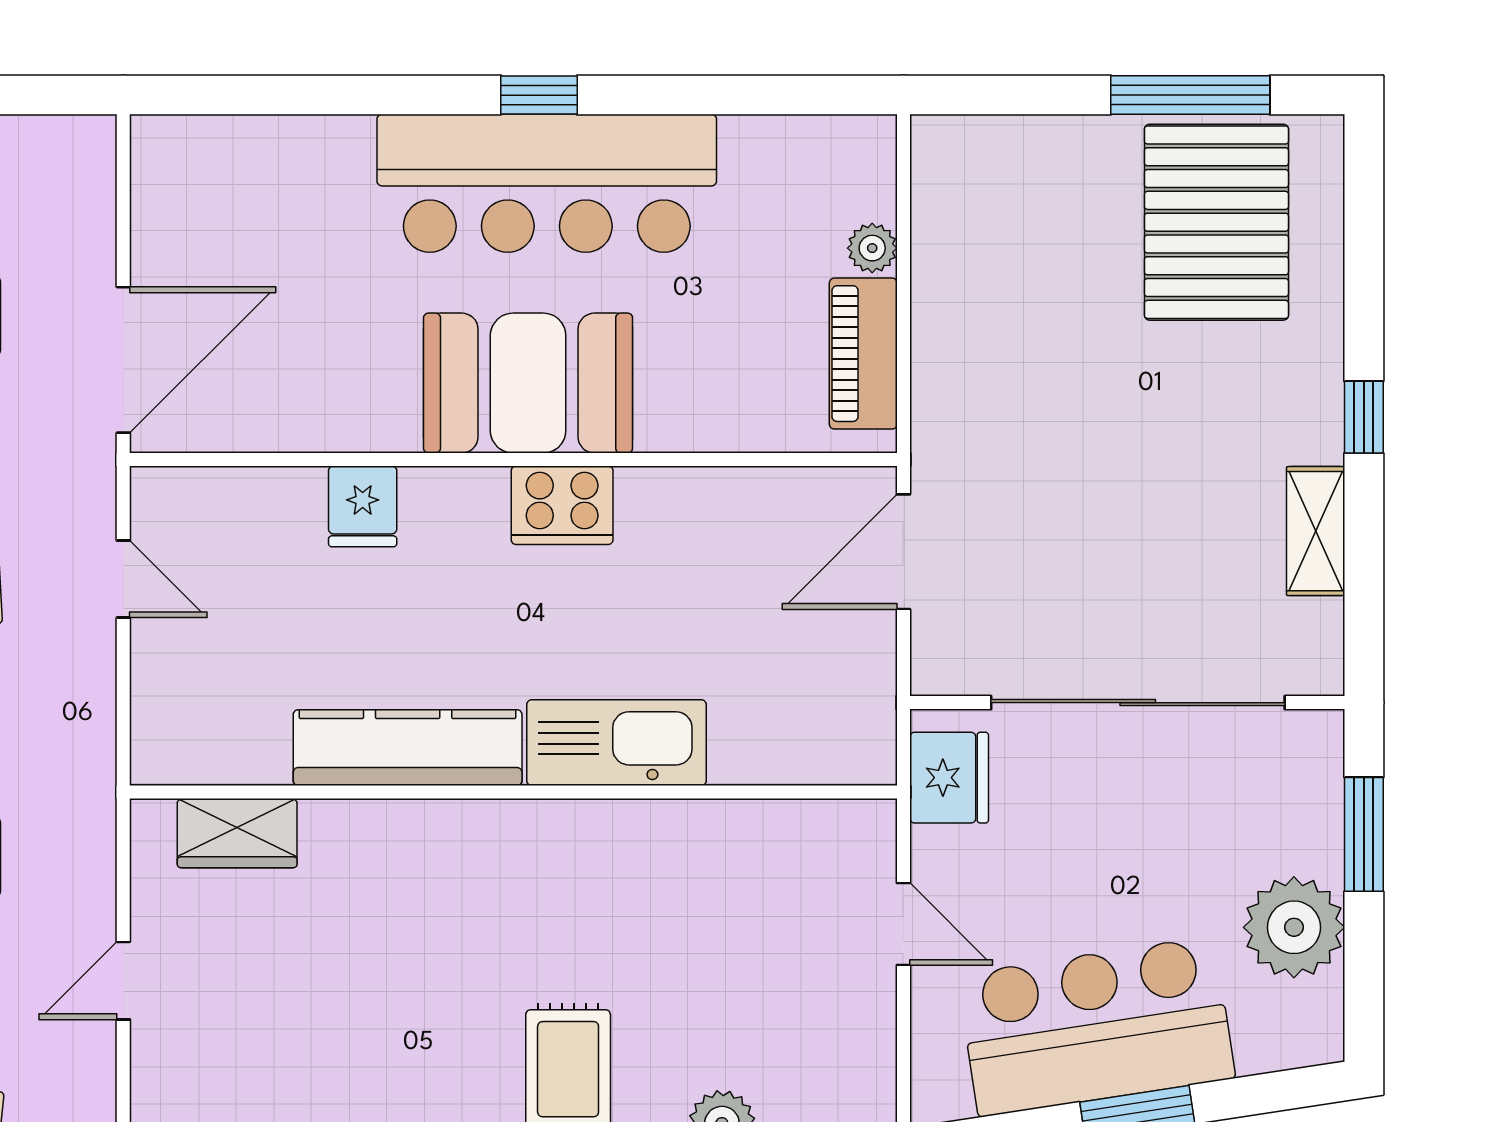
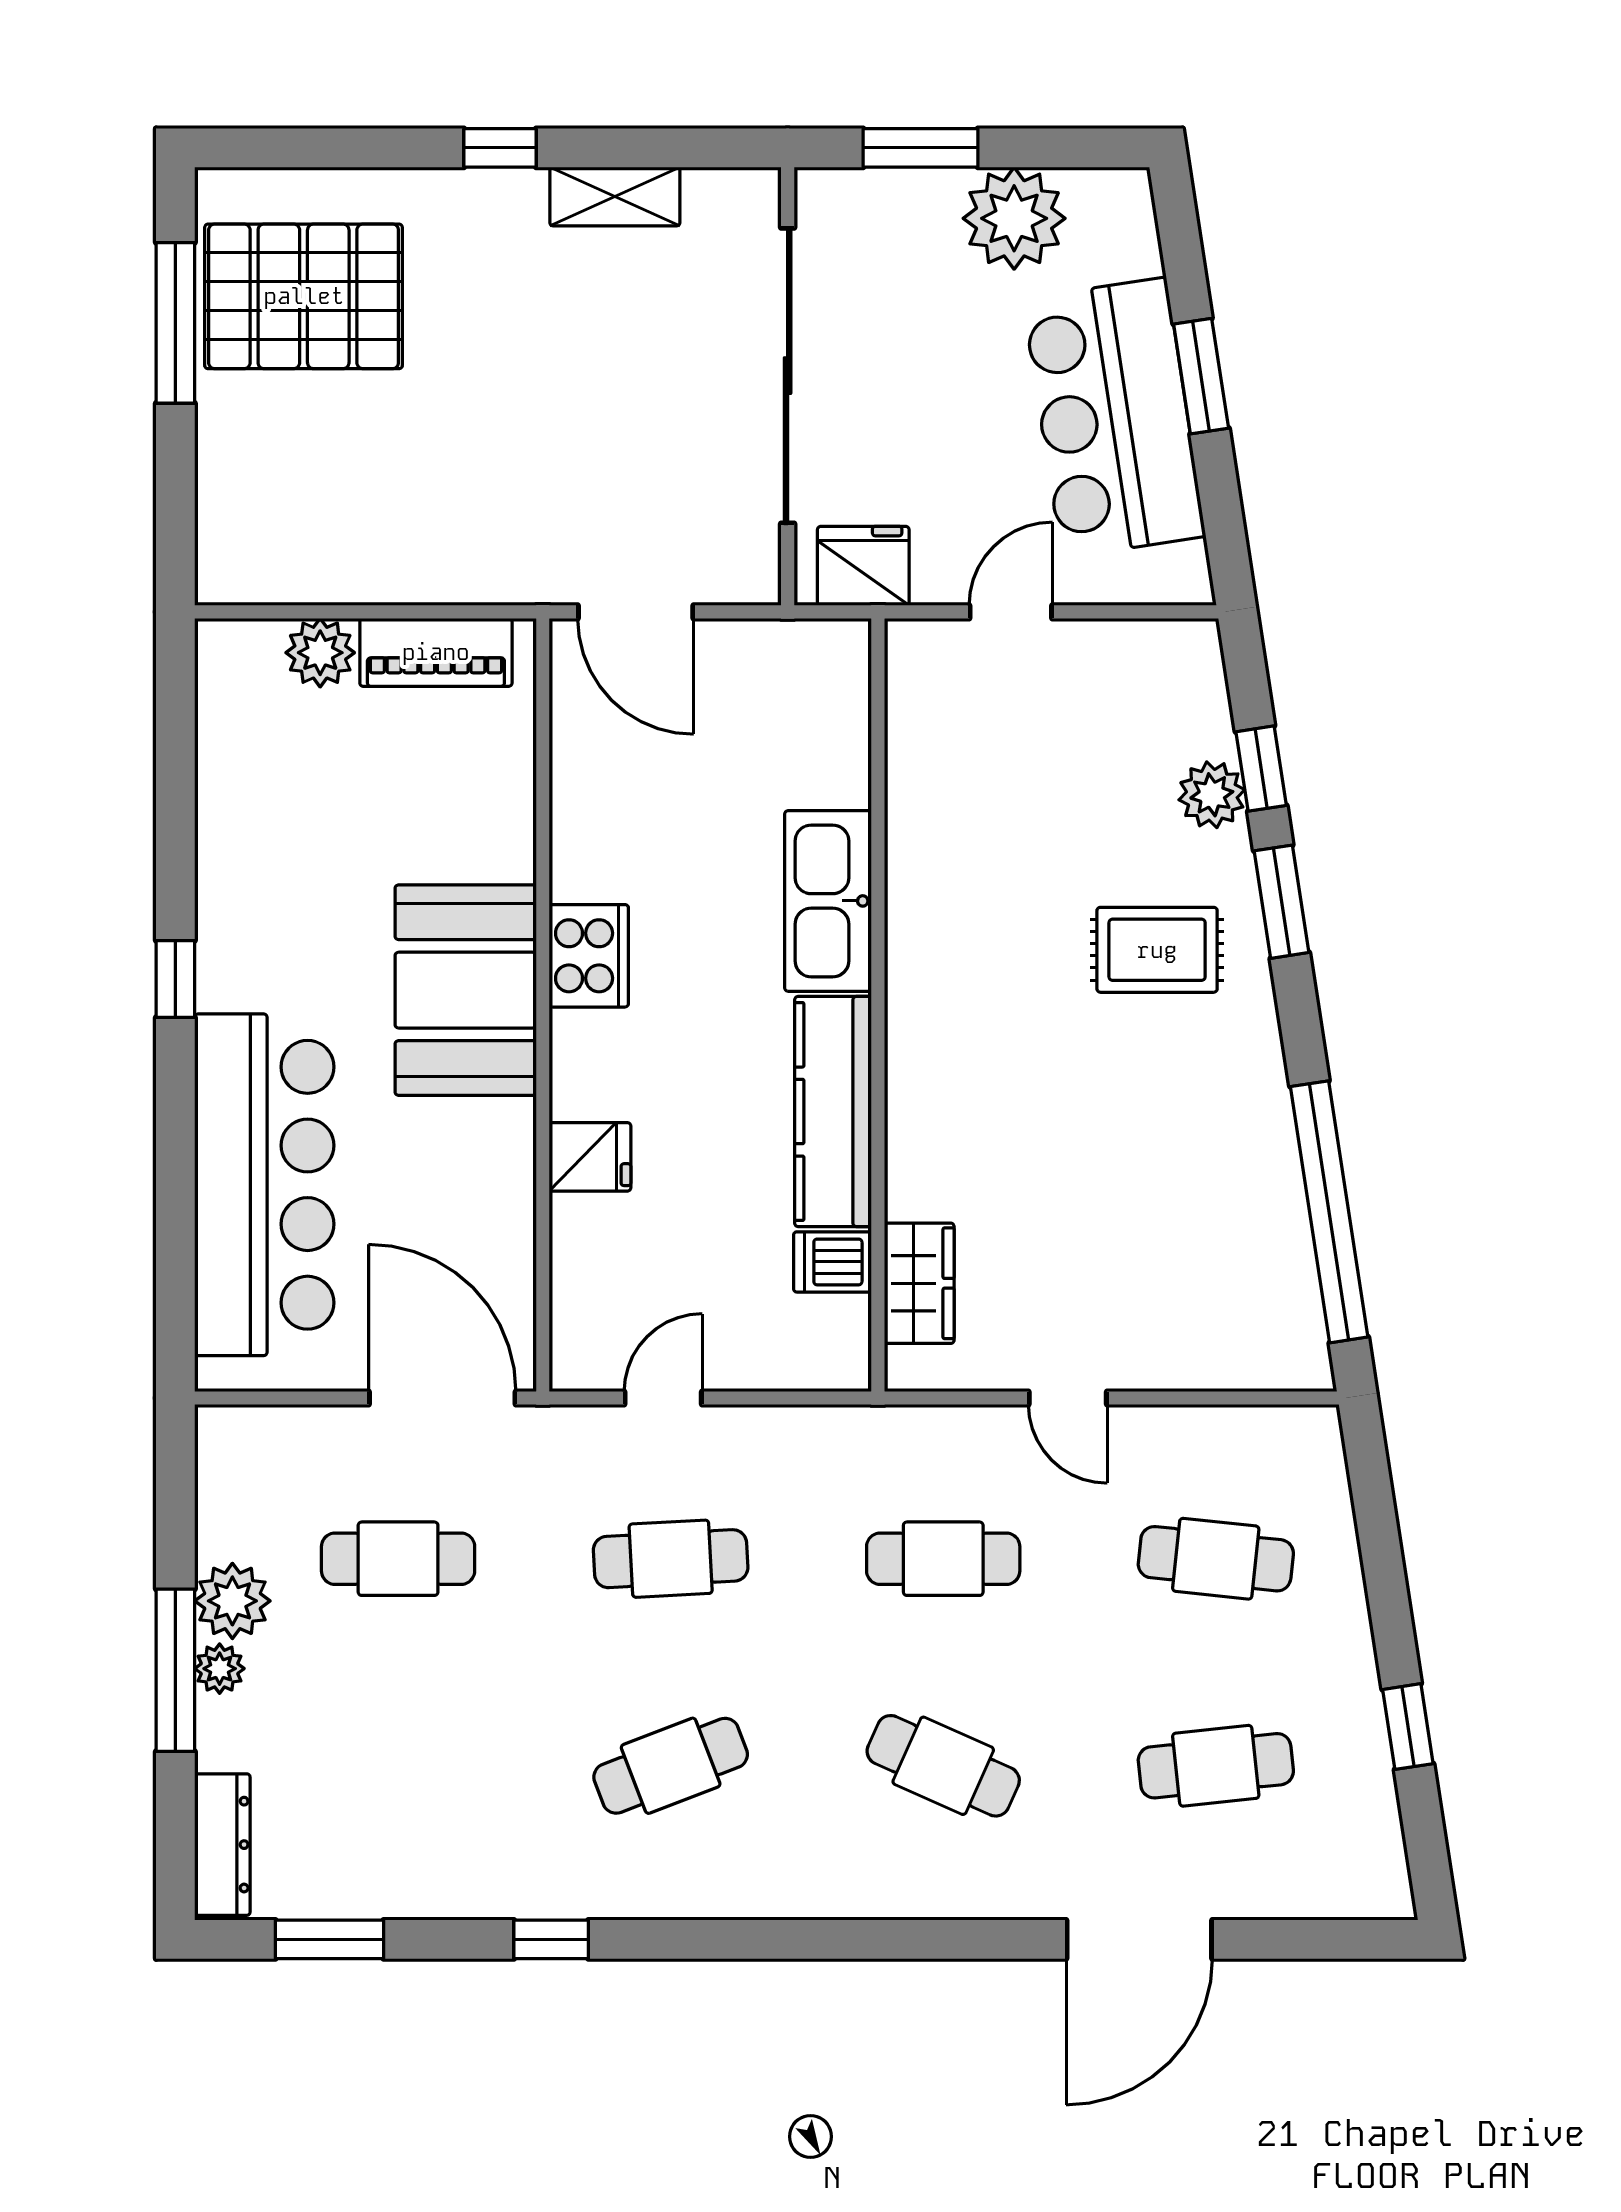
bar counter: (547, 183) -> (264, 1185), moved
plant: (872, 248) -> (320, 653), width x1.38, depth x1.38
dishwasher: (258, 747) -> (832, 1262), added

